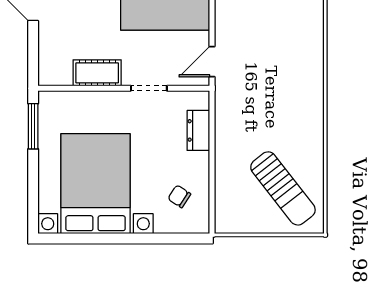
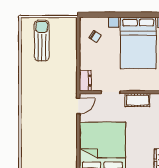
dresser: (198, 130) -> (85, 81), moved
sun lounger: (283, 188) -> (42, 41), turned 38

